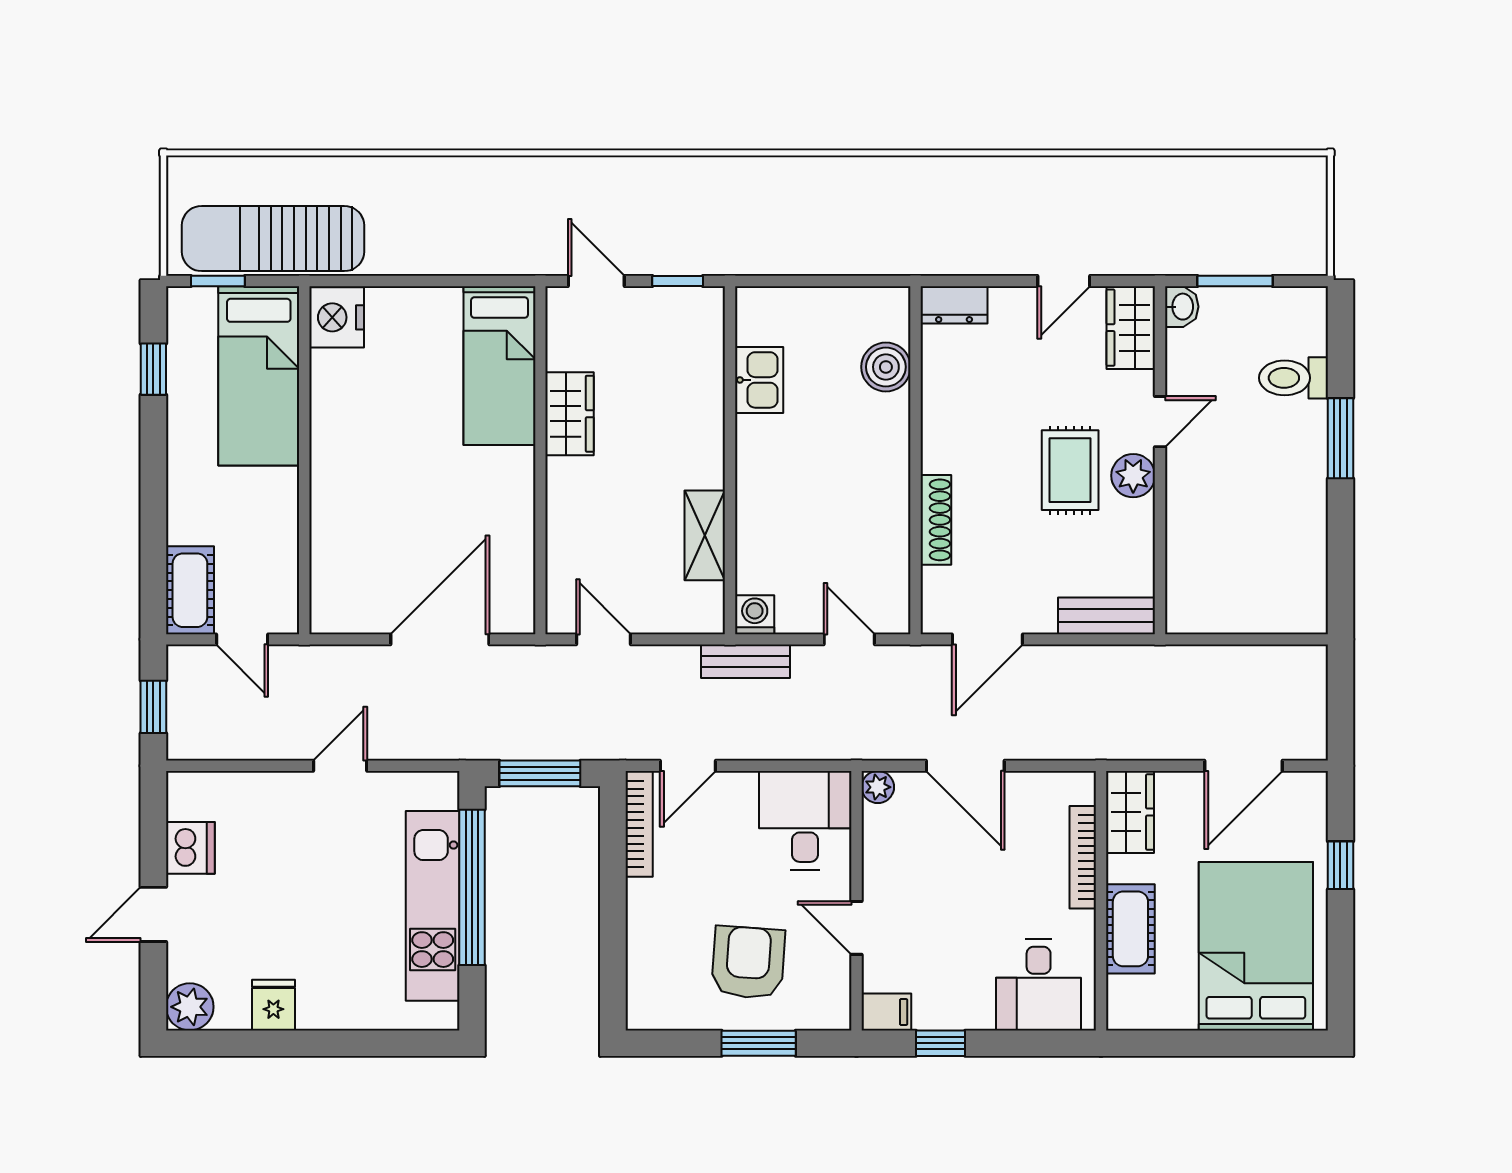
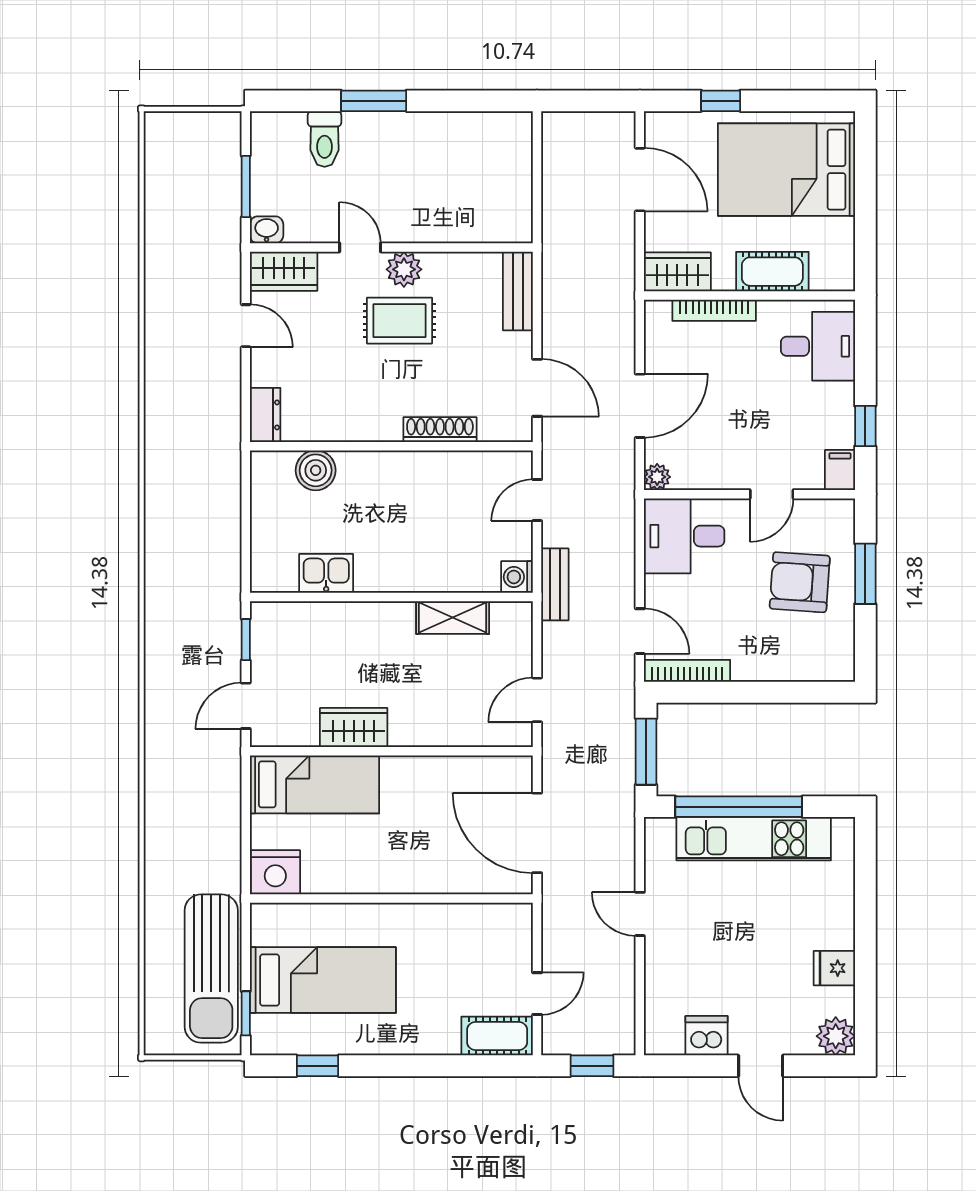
nightstand: (337, 317) -> (275, 872), moved
wall: (304, 460) -> (391, 899), moved

